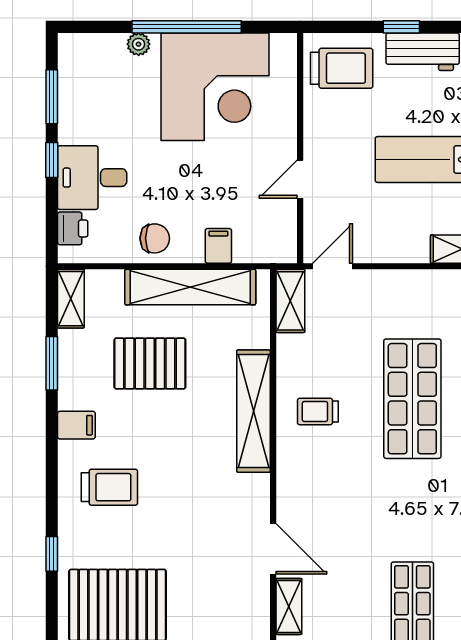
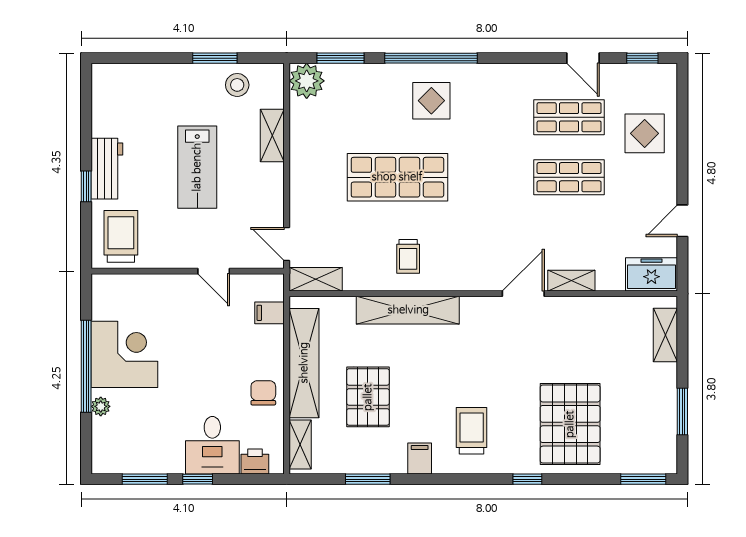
corner desk: (215, 87) -> (124, 354), width x0.74, depth x0.74
filing cabinet: (218, 246) -> (269, 313), moved
shelving: (71, 299) -> (300, 444), moved, turned 90

